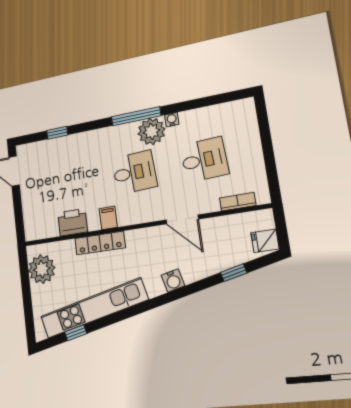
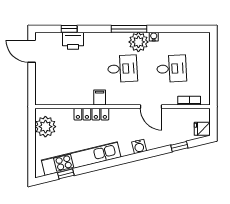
printer: (73, 222) -> (73, 41), moved, turned 180

